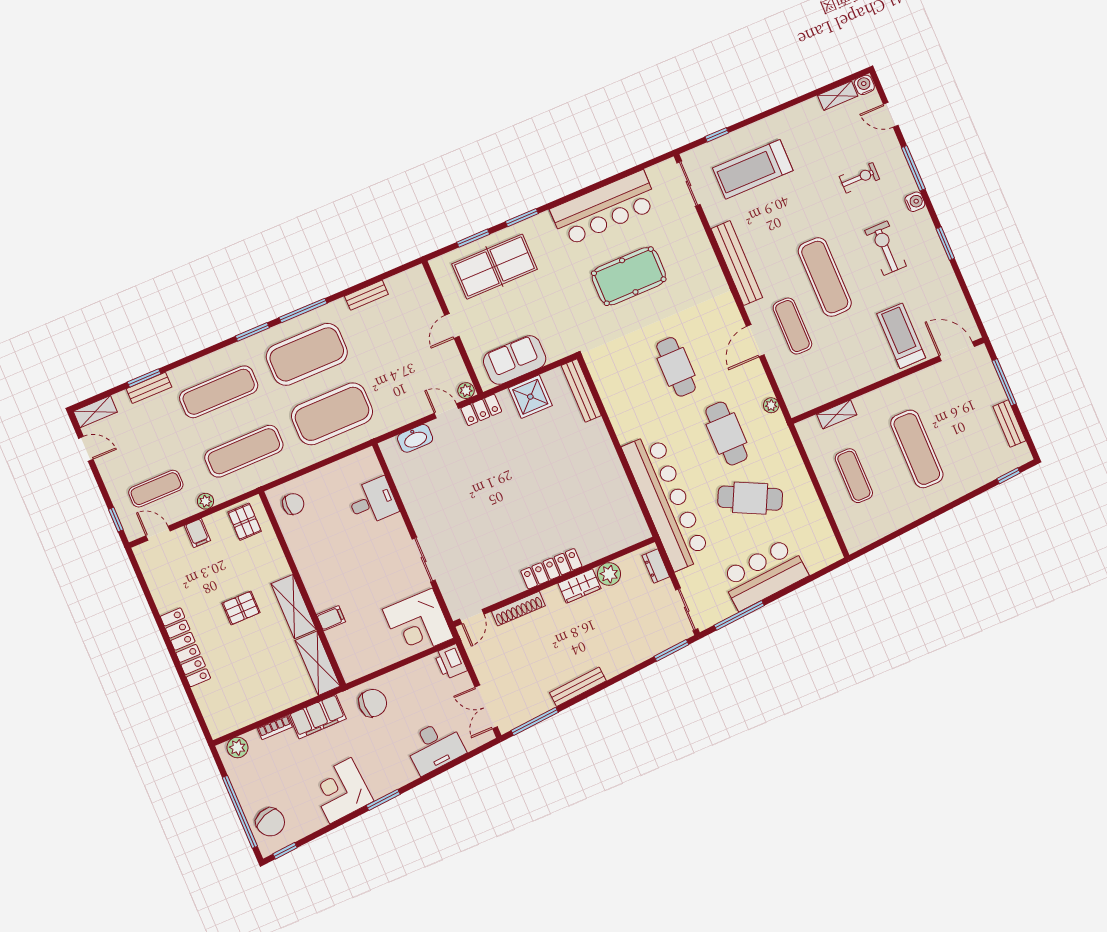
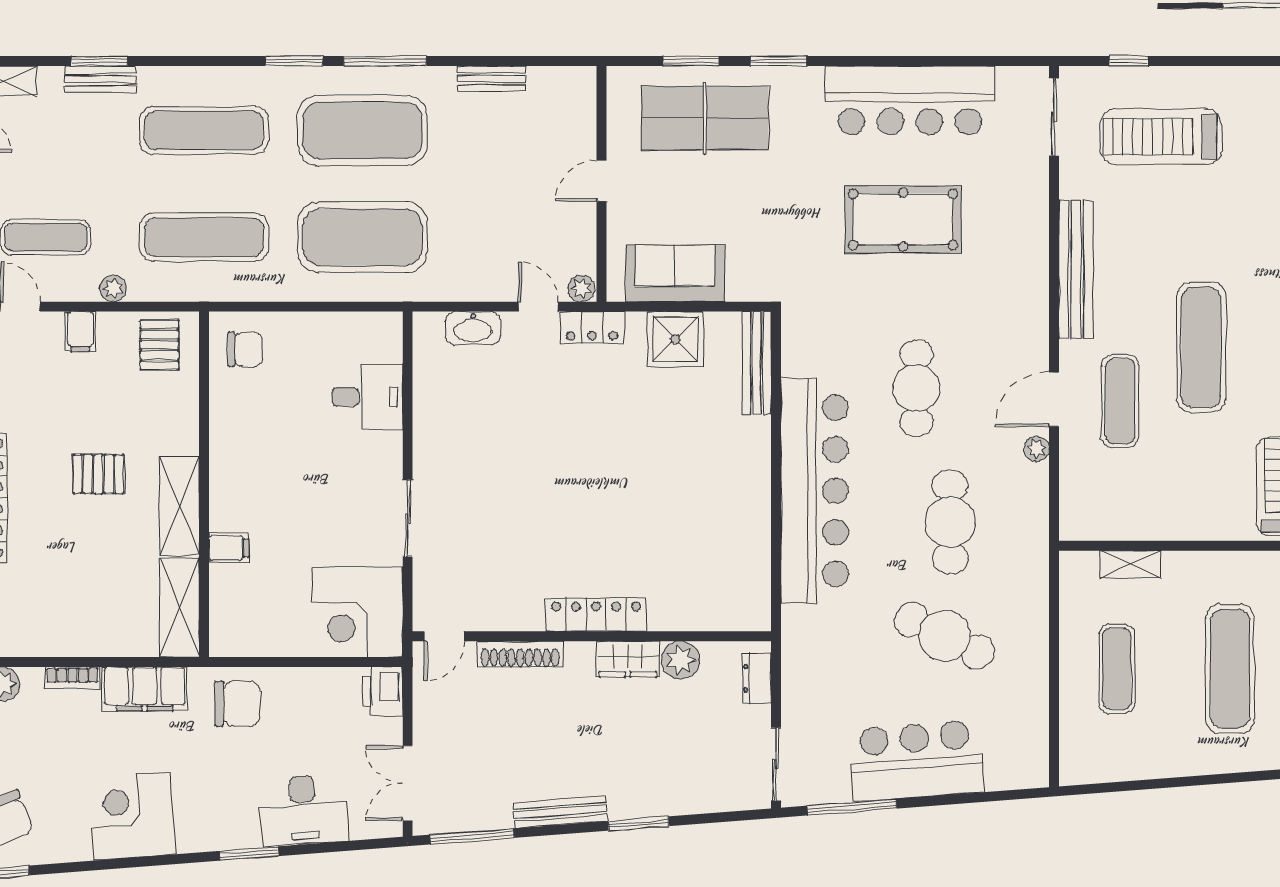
plant: (771, 405) -> (1037, 449), moved
bar counter: (666, 502) -> (815, 491), moved
window: (671, 650) -> (639, 824), moved
window: (383, 800) -> (249, 854), moved

